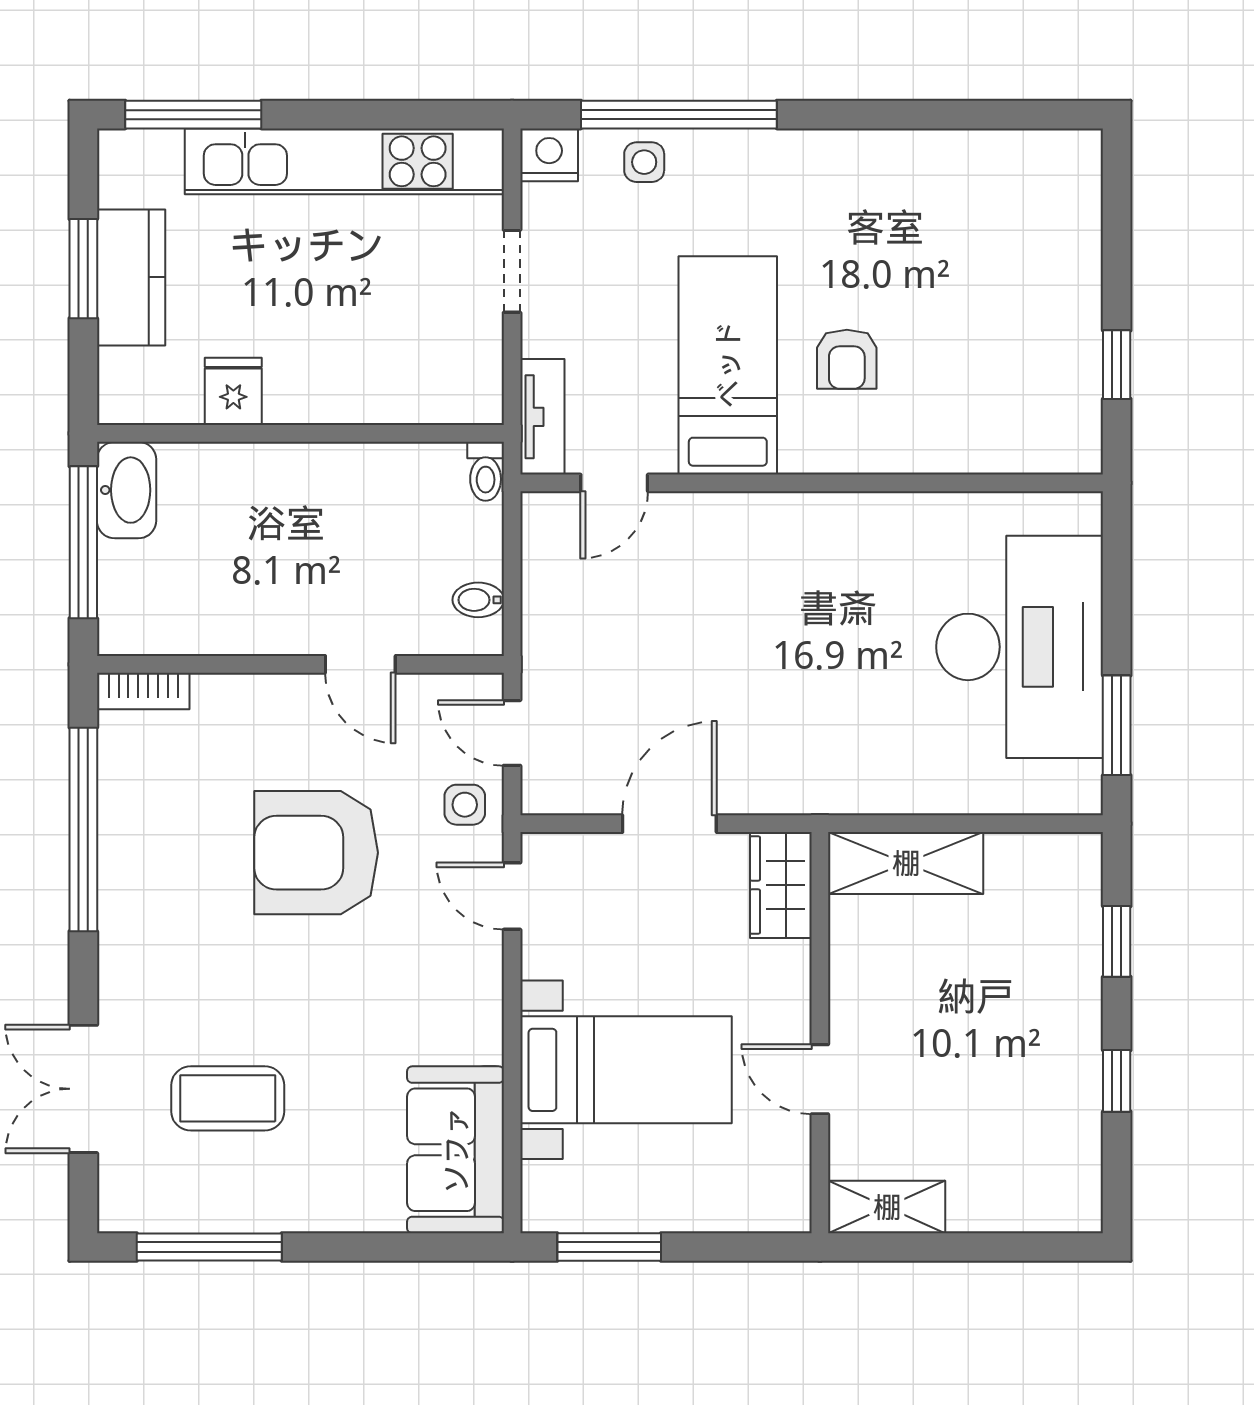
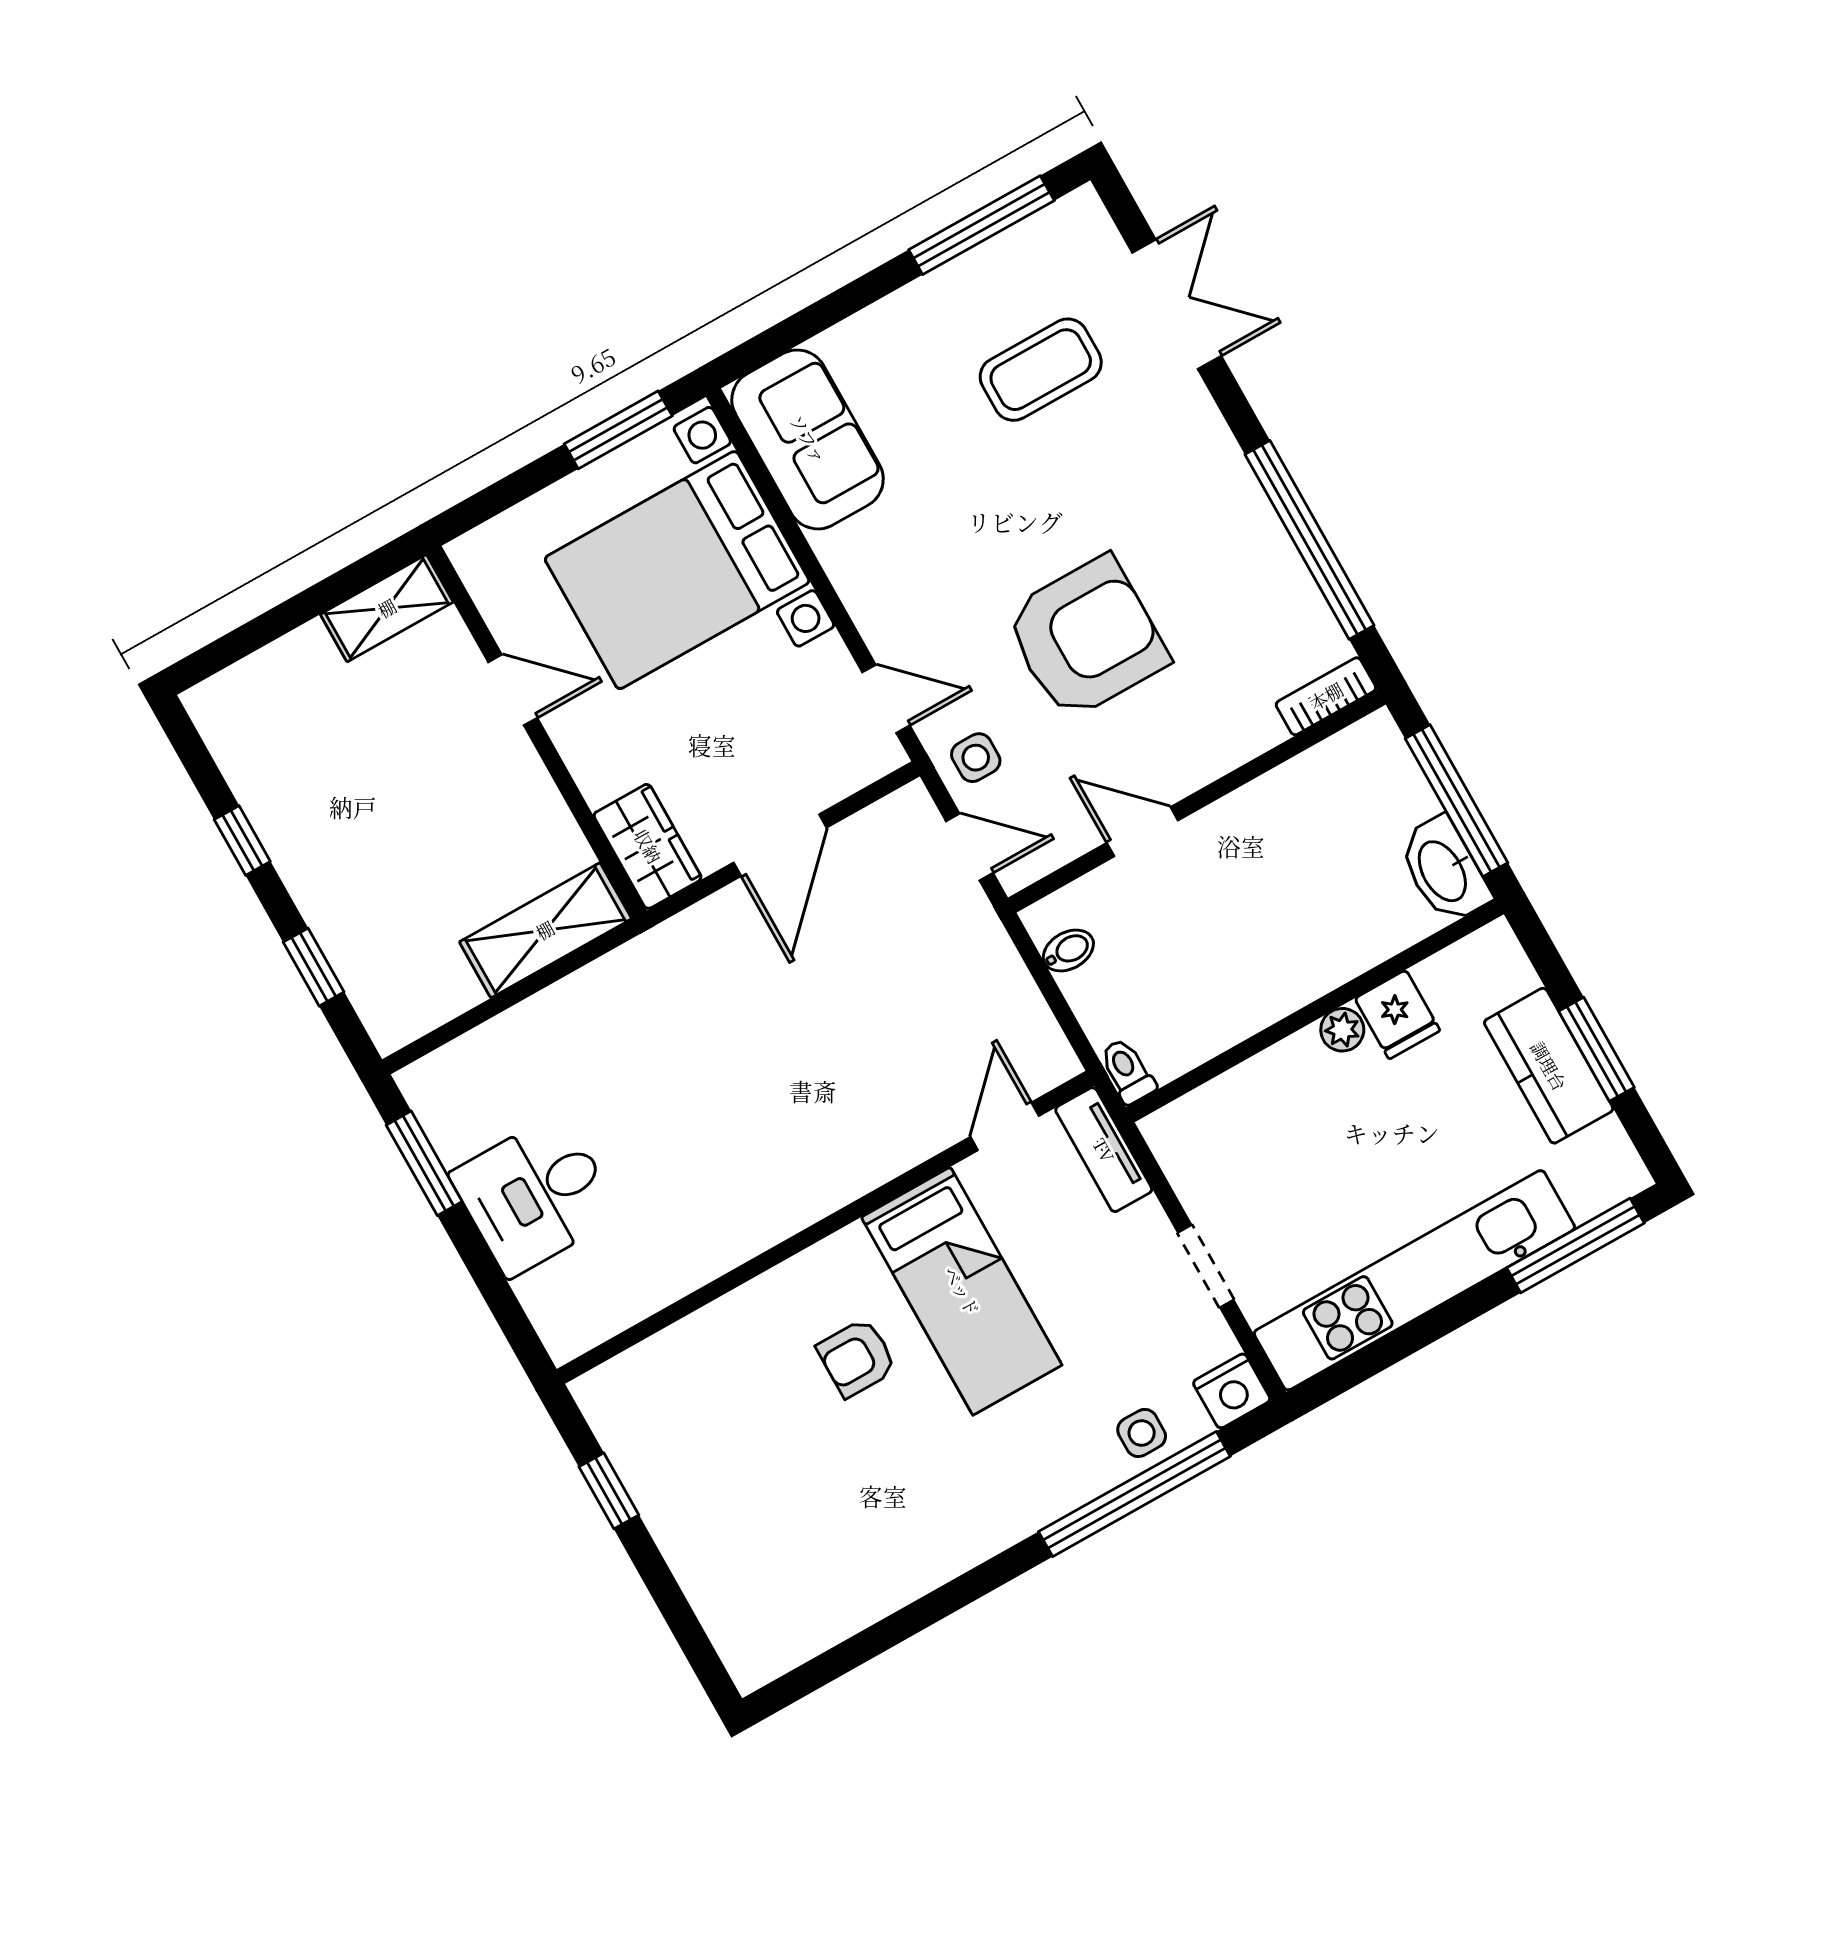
armchair: (847, 359) -> (857, 1358), turned -90
plant: (287, 405) -> (1342, 1030), added
desk: (1020, 647) -> (535, 1195), width x0.53, depth x0.77
bed with nightstands: (626, 1070) -> (677, 570), width x1.36

